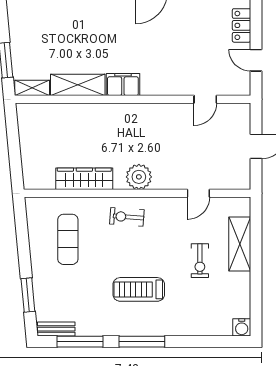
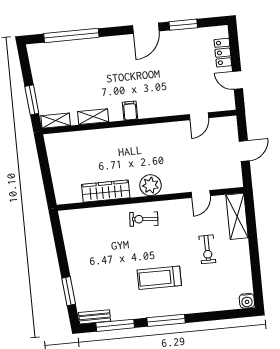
shelving: (78, 85) -> (93, 117), width x0.67, depth x0.75
filing cabinet: (123, 85) -> (130, 111), width x0.50
exercise mat: (68, 239) -> (97, 242), removed
shelving: (240, 244) -> (237, 216), moved

